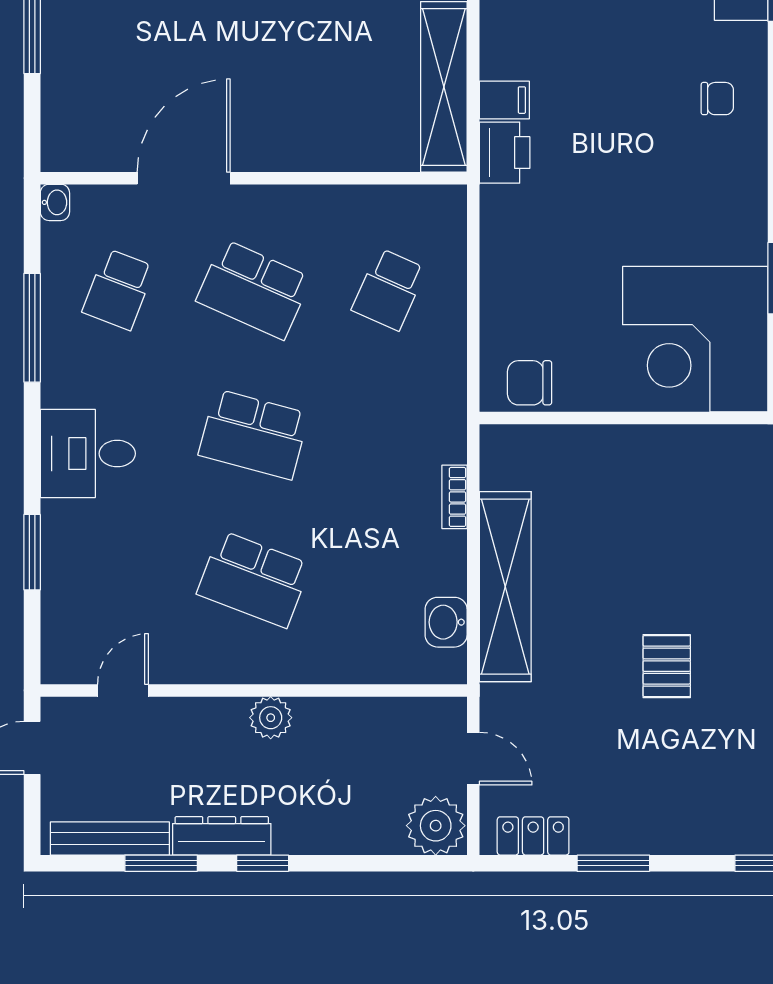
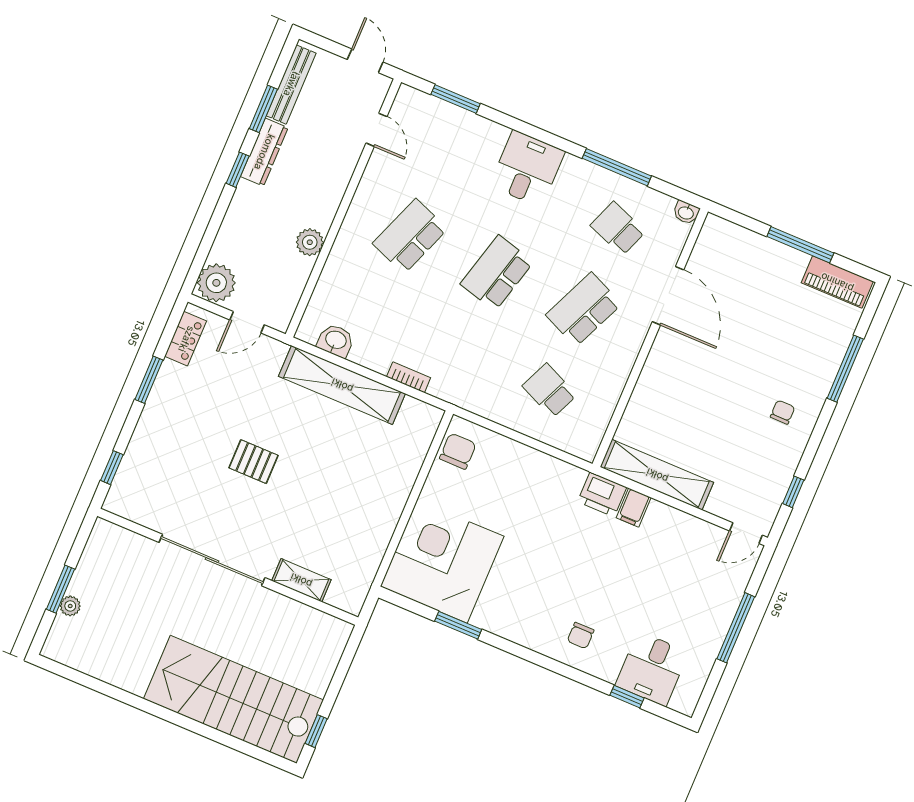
window: (32, 552) -> (456, 99), moved
plant: (271, 718) -> (310, 242), moved

